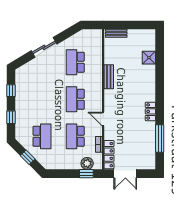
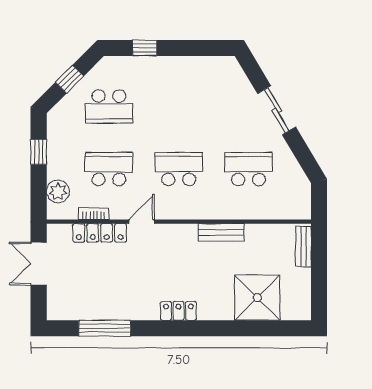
shower: (149, 58) -> (257, 298), width x1.86, depth x1.86
window: (11, 91) -> (195, 48), removed
locker: (150, 111) -> (178, 311), moved
locker: (109, 155) -> (100, 233), moved
window: (86, 174) -> (39, 152), moved

